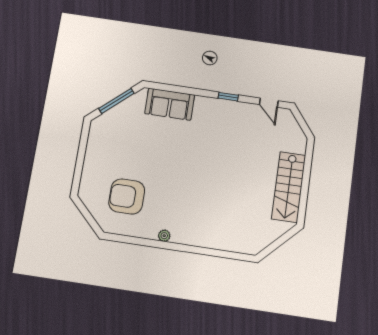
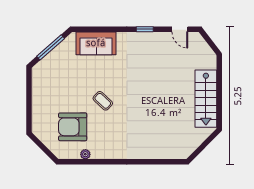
coffee table: (167, 171) -> (103, 101), added
plant: (164, 236) -> (85, 154), moved

